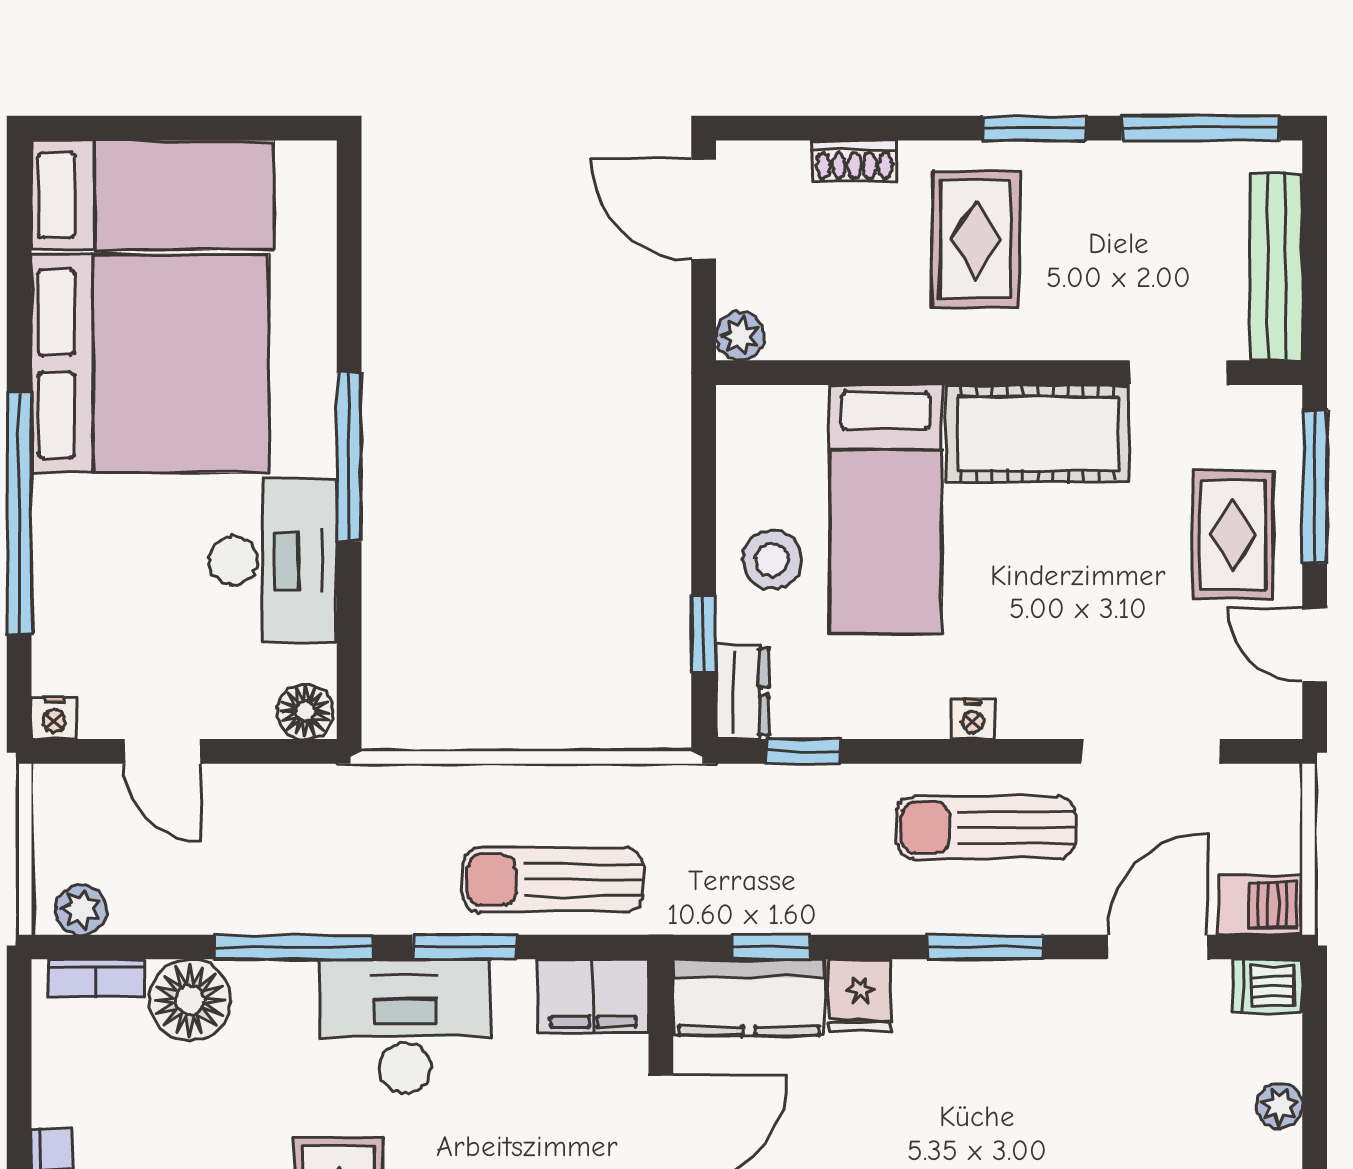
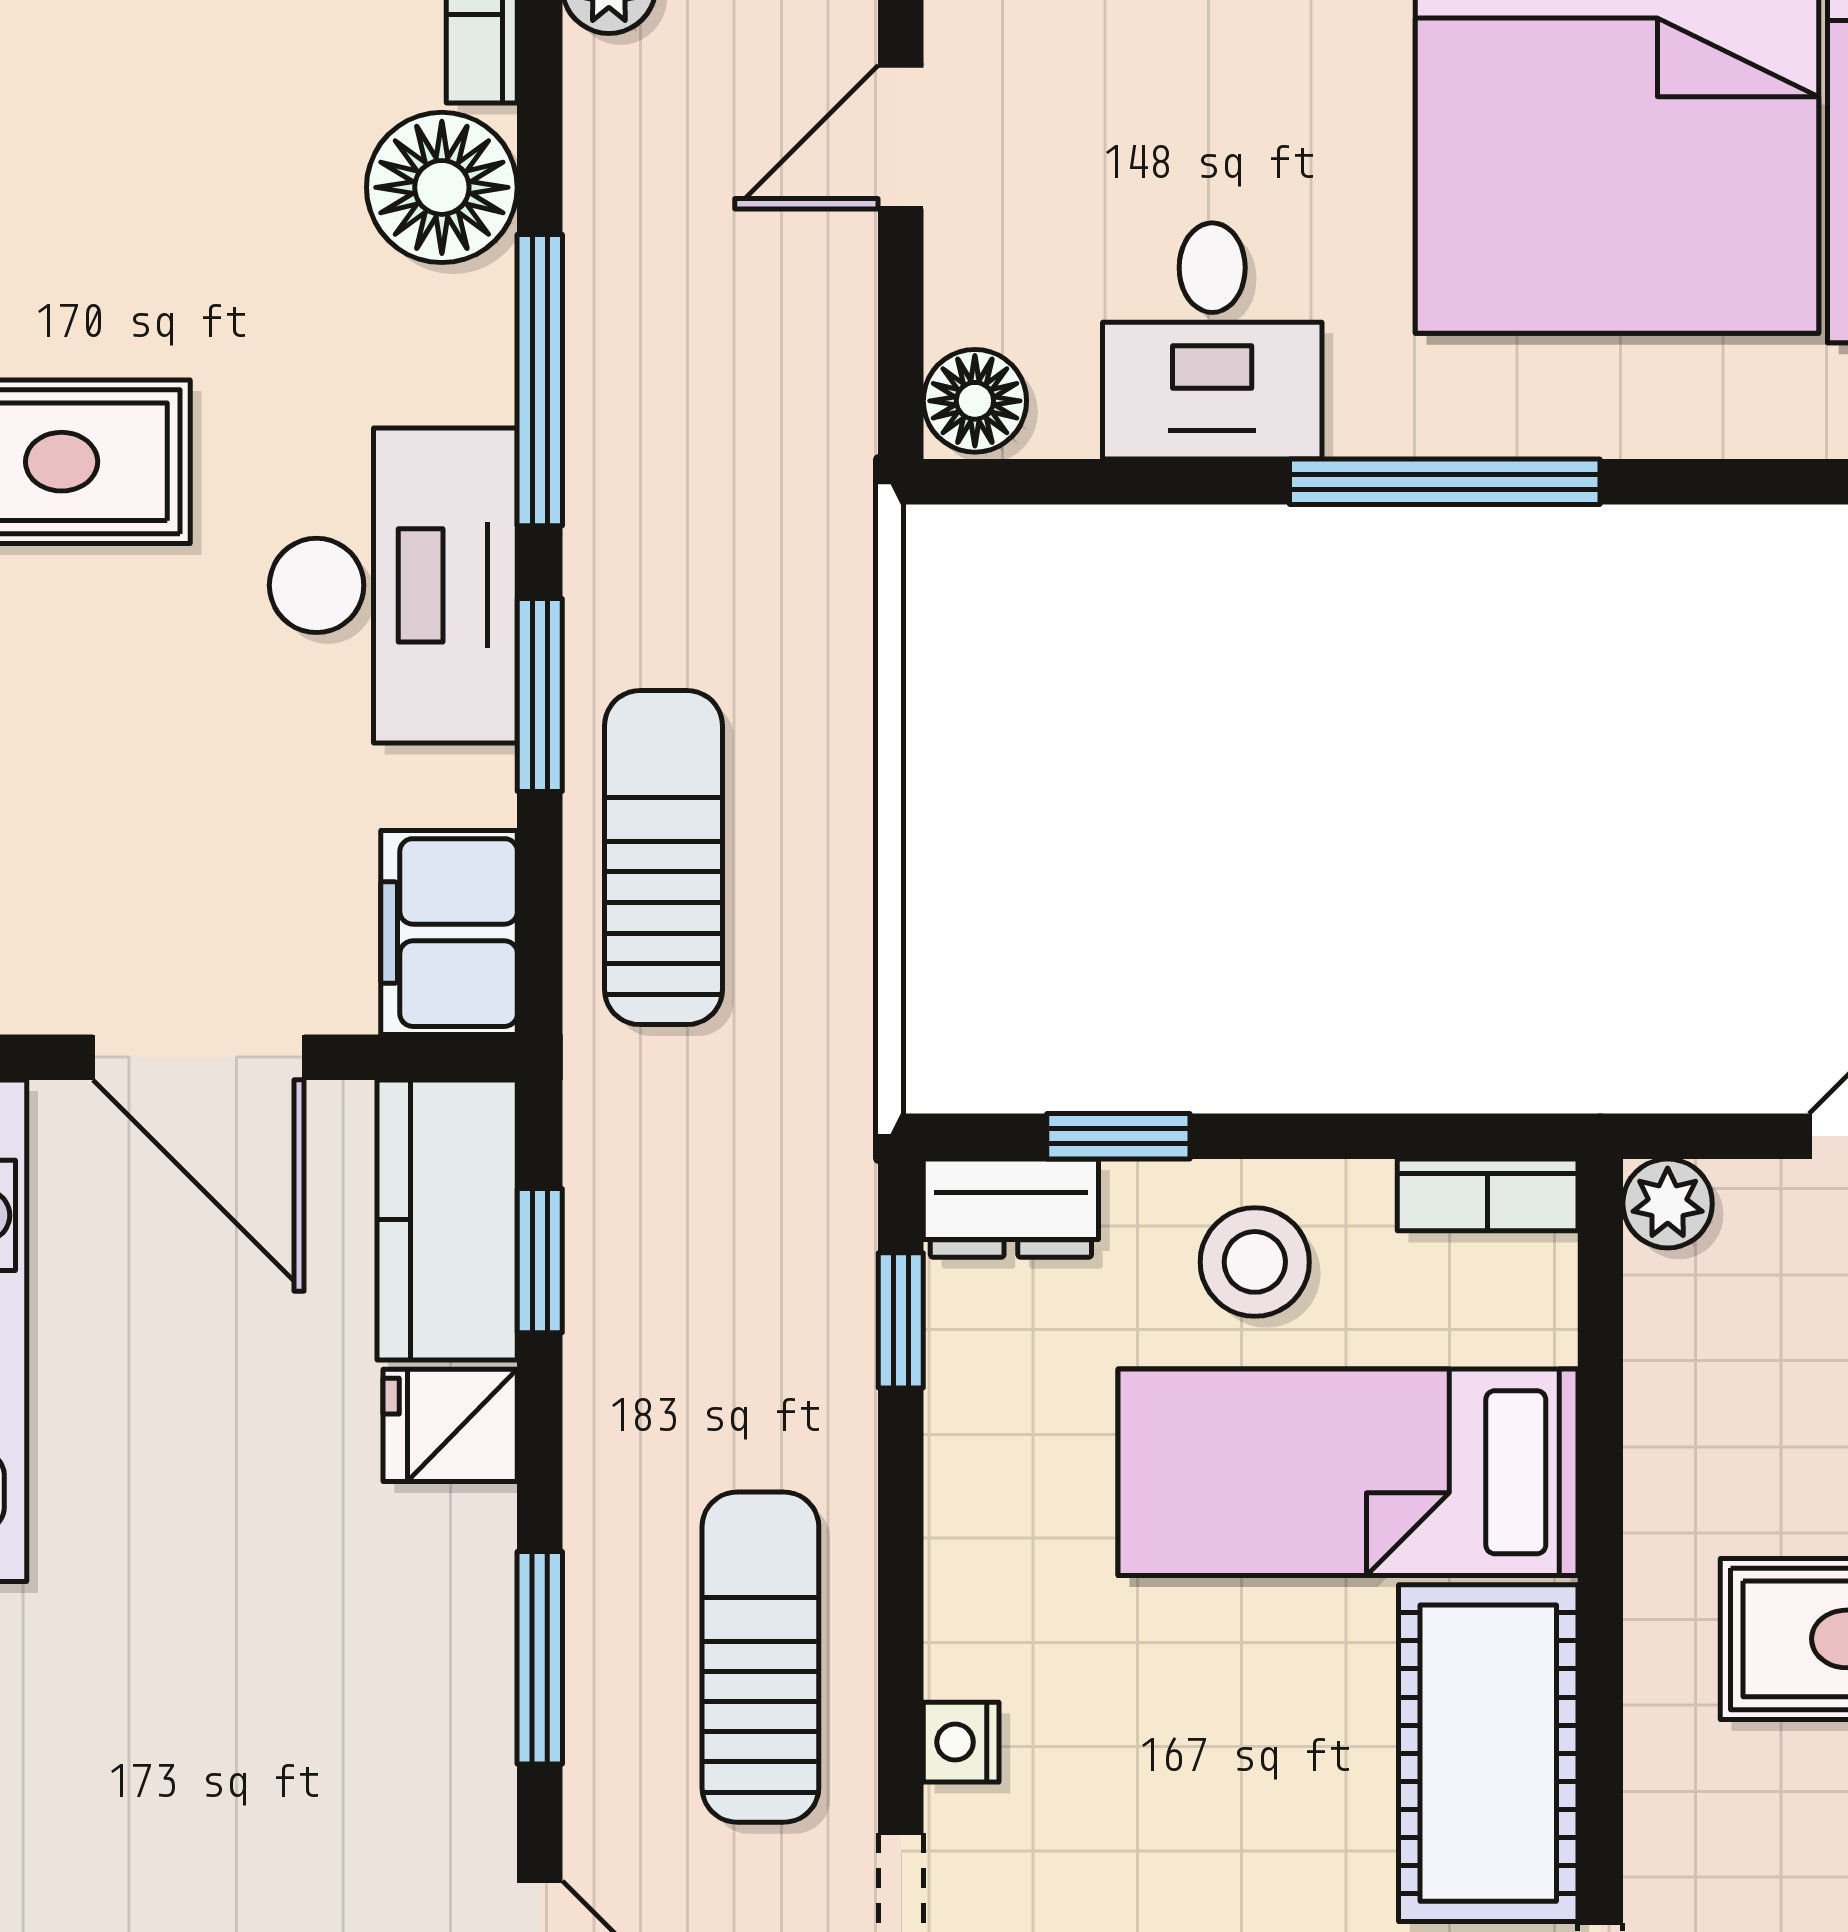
bookcase: (735, 434) -> (1488, 1195), added
desk: (273, 561) -> (1212, 341), width x0.73
nightstand: (973, 719) -> (961, 1742), moved

